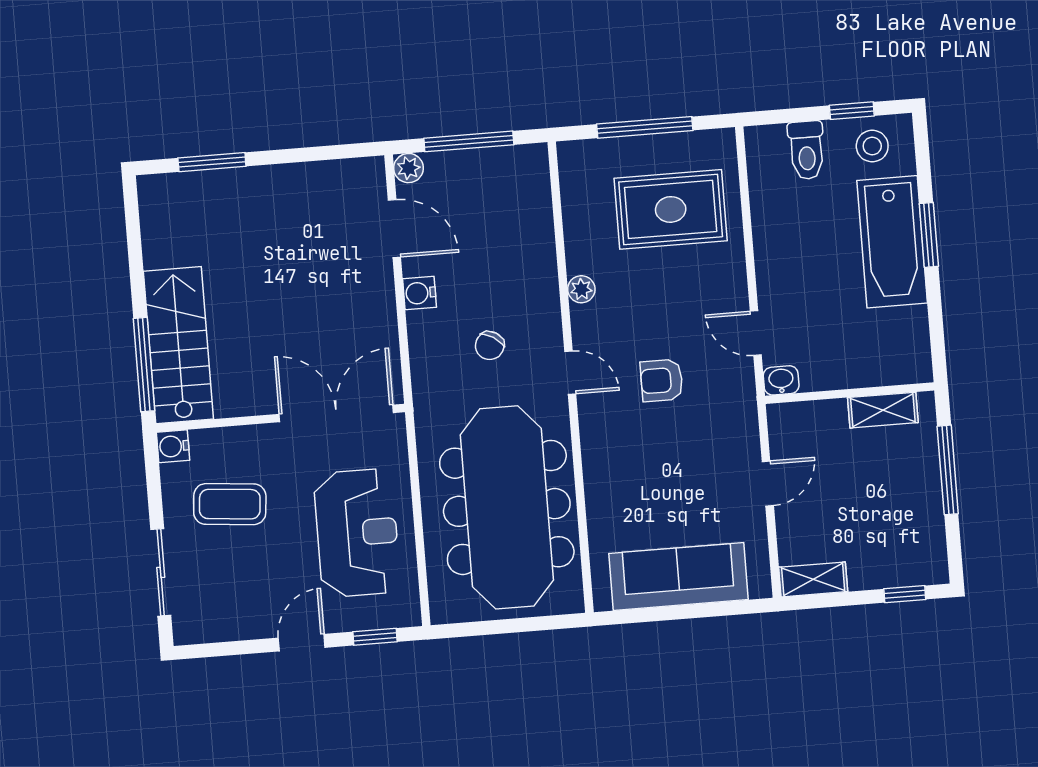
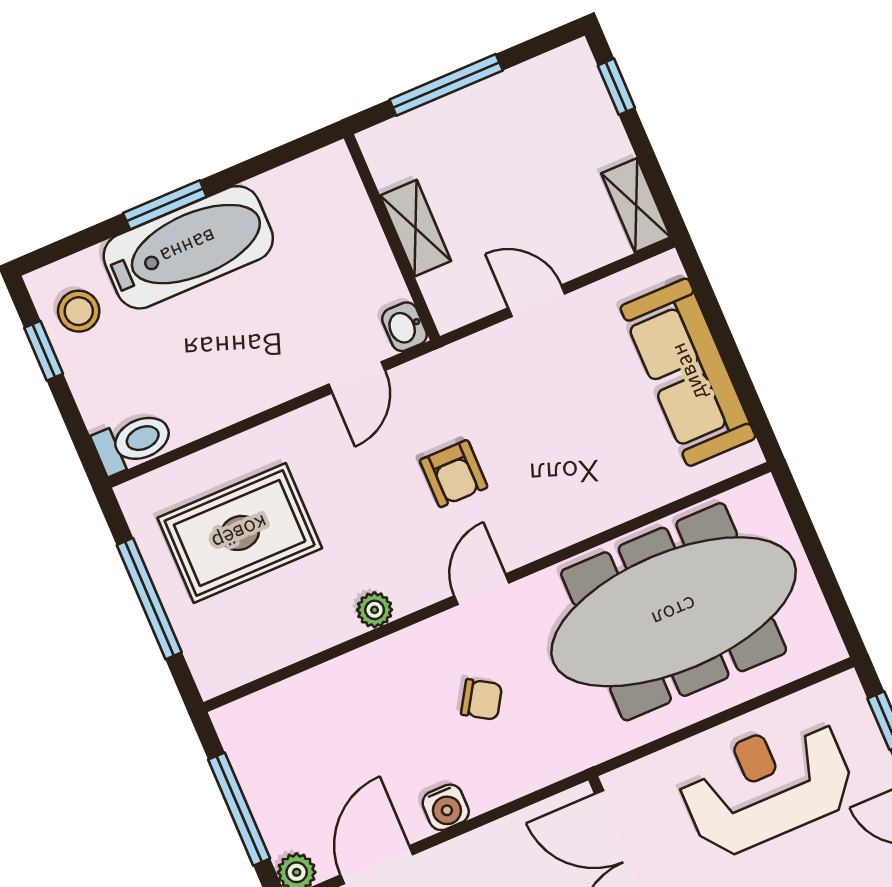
toilet: (806, 150) -> (133, 442), moved
rug: (671, 209) -> (240, 533), turned 90
shelving: (883, 410) -> (416, 228), moved

